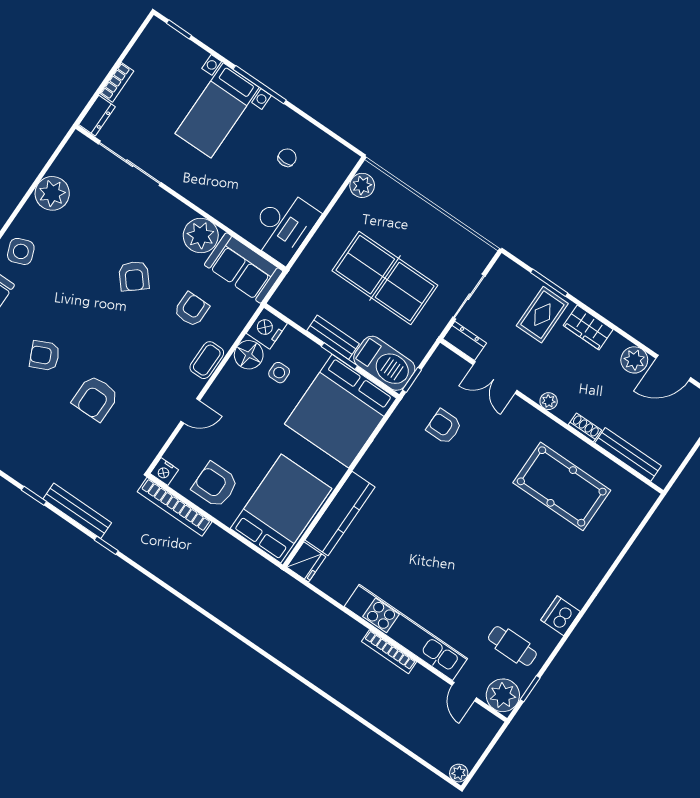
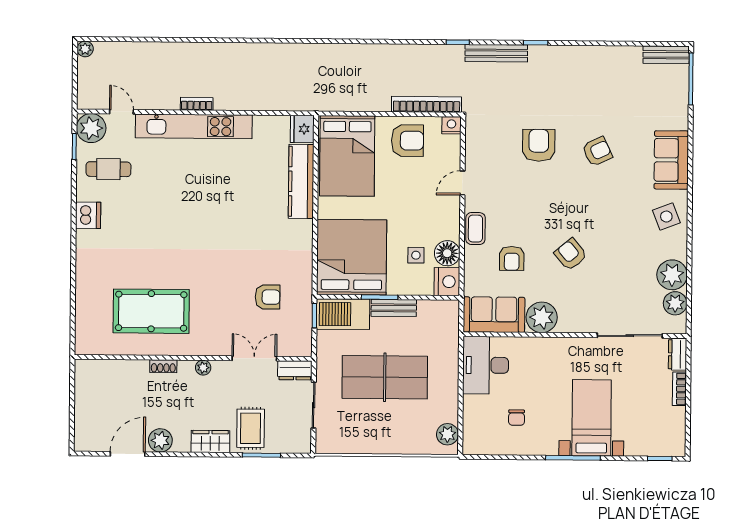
plant: (67, 165) -> (675, 303), added
bench: (628, 454) -> (118, 368), removed
bookcase: (389, 652) -> (197, 104), width x0.64

